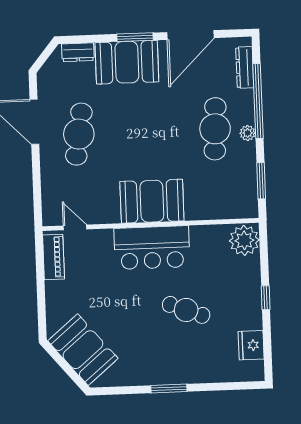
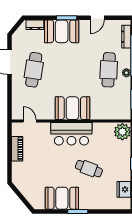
door: (190, 35) -> (97, 18), width x0.53
piano: (53, 257) -> (17, 149), moved
booth: (83, 350) -> (62, 198), moved, turned -50

